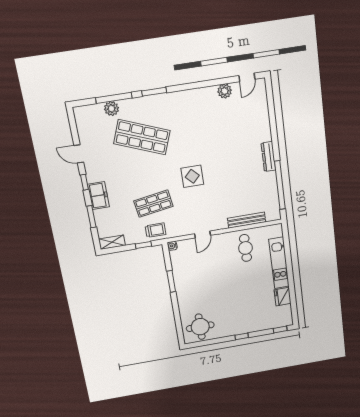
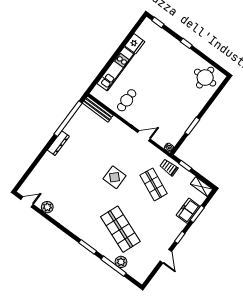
freezer: (98, 196) -> (188, 211), moved
shop shelf: (153, 204) -> (154, 184), turned 33
bench: (247, 220) -> (98, 109), moved

